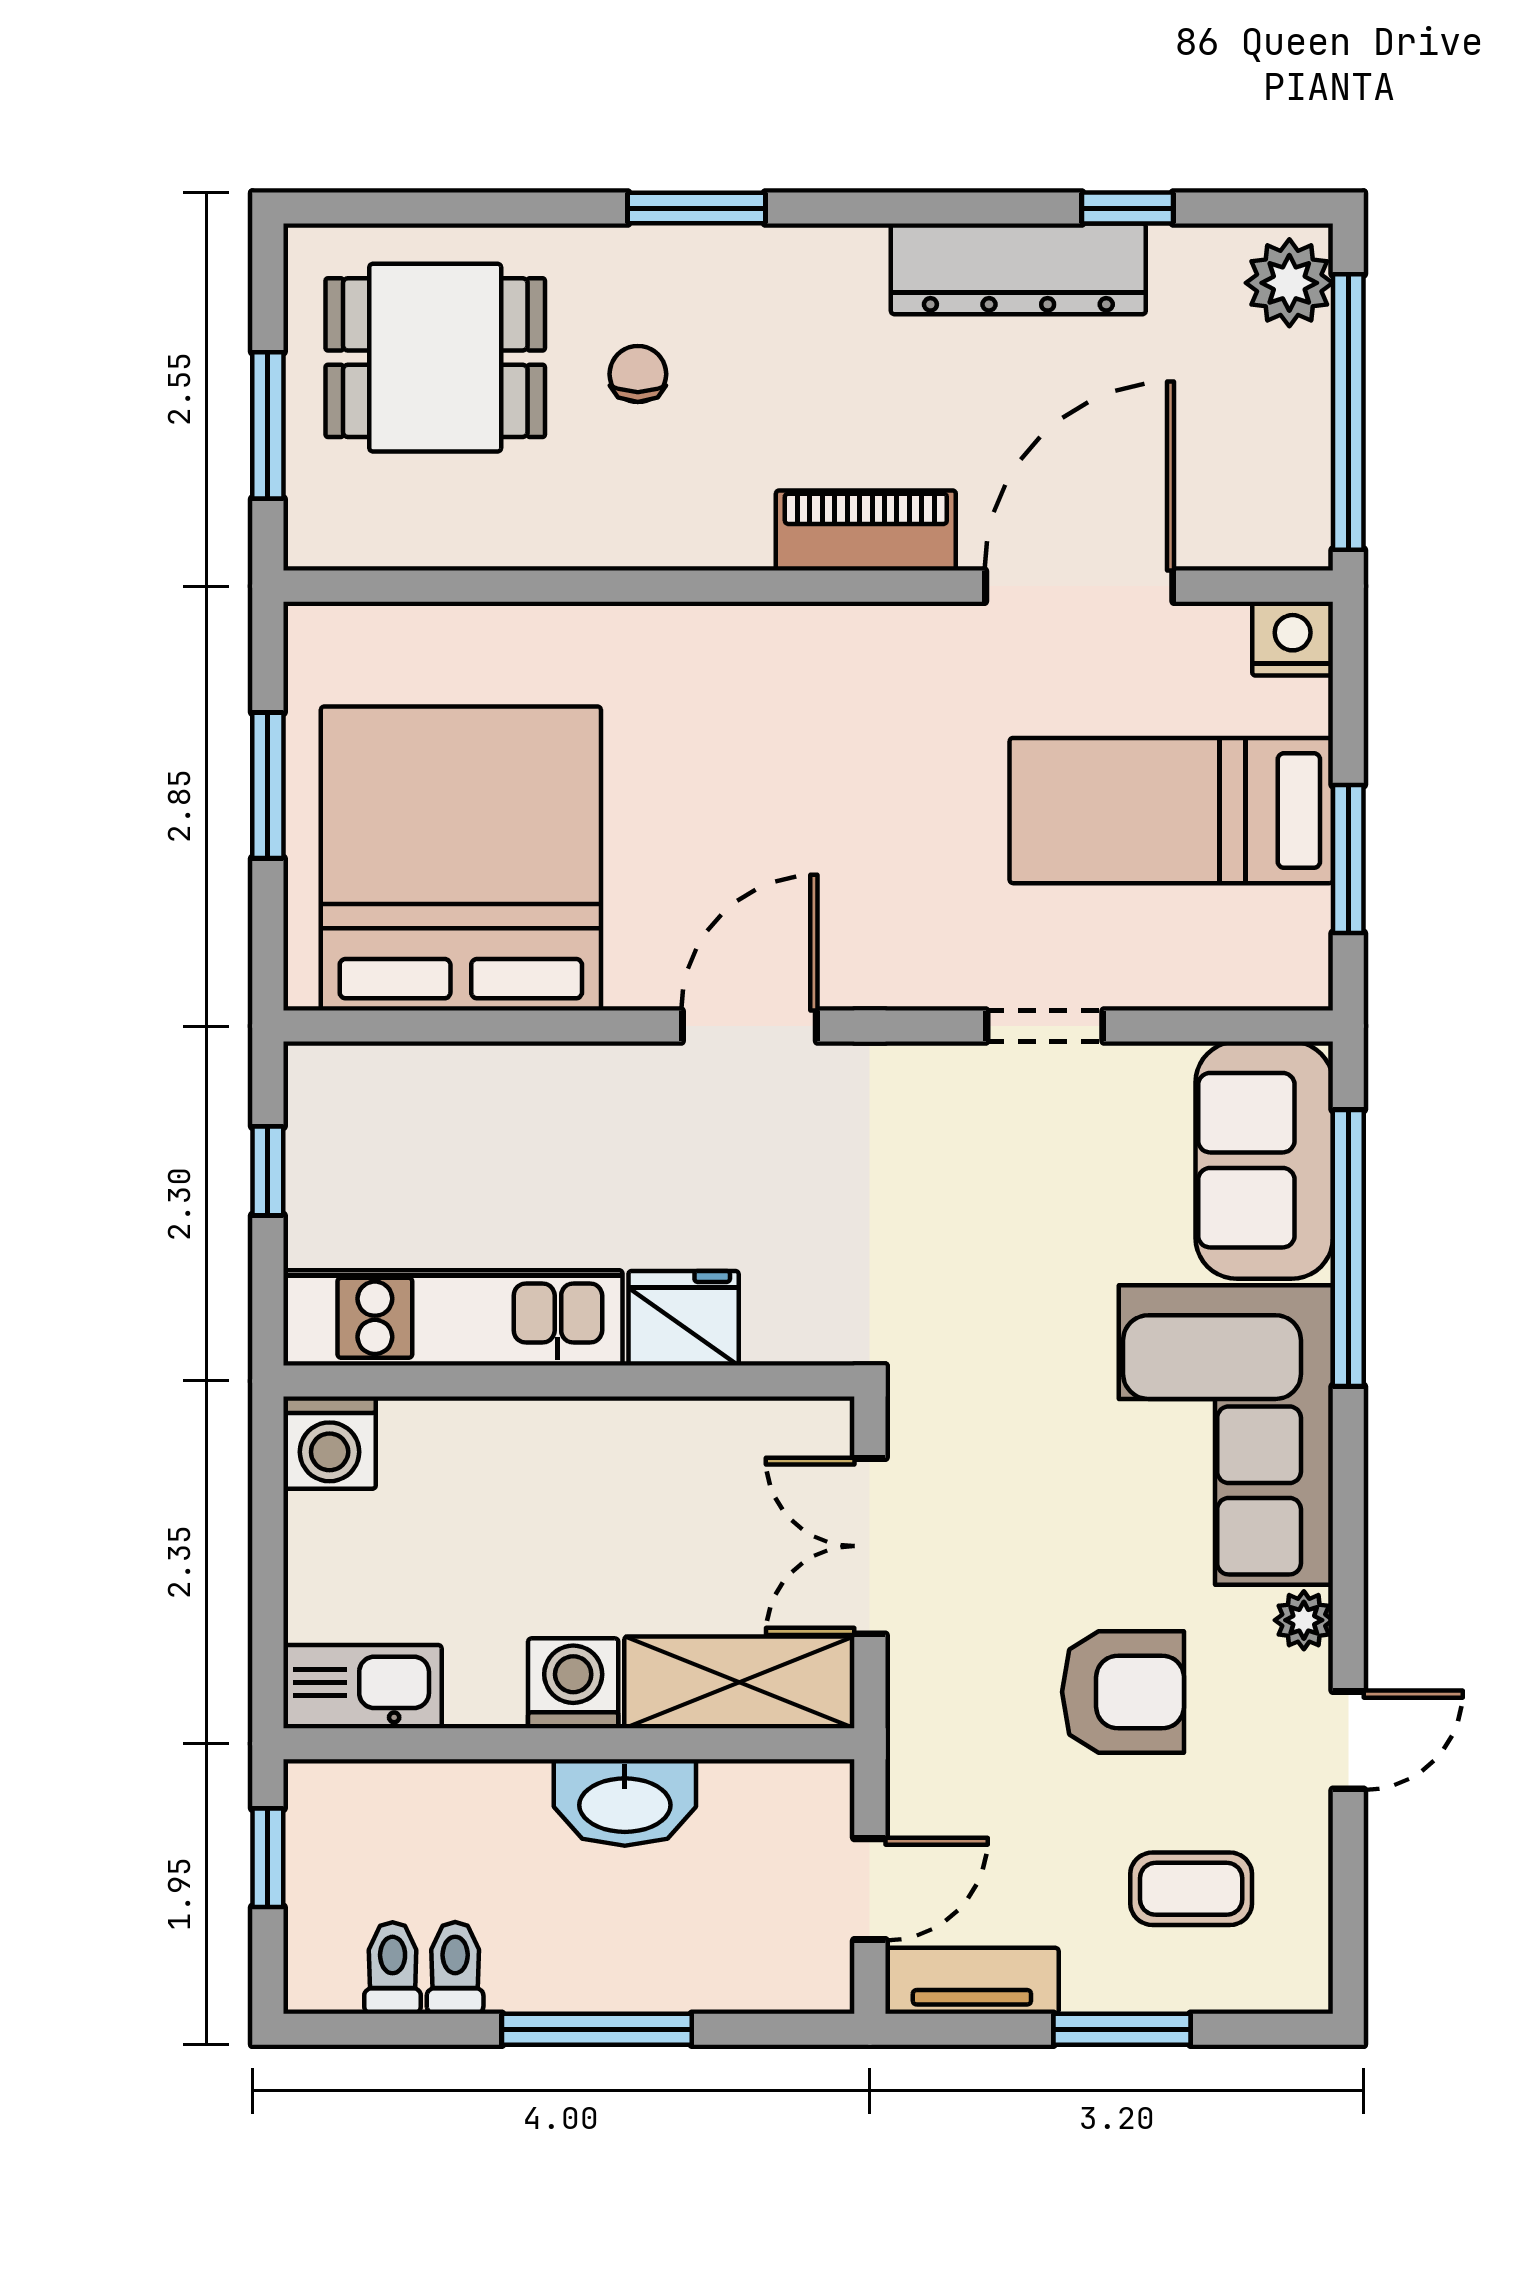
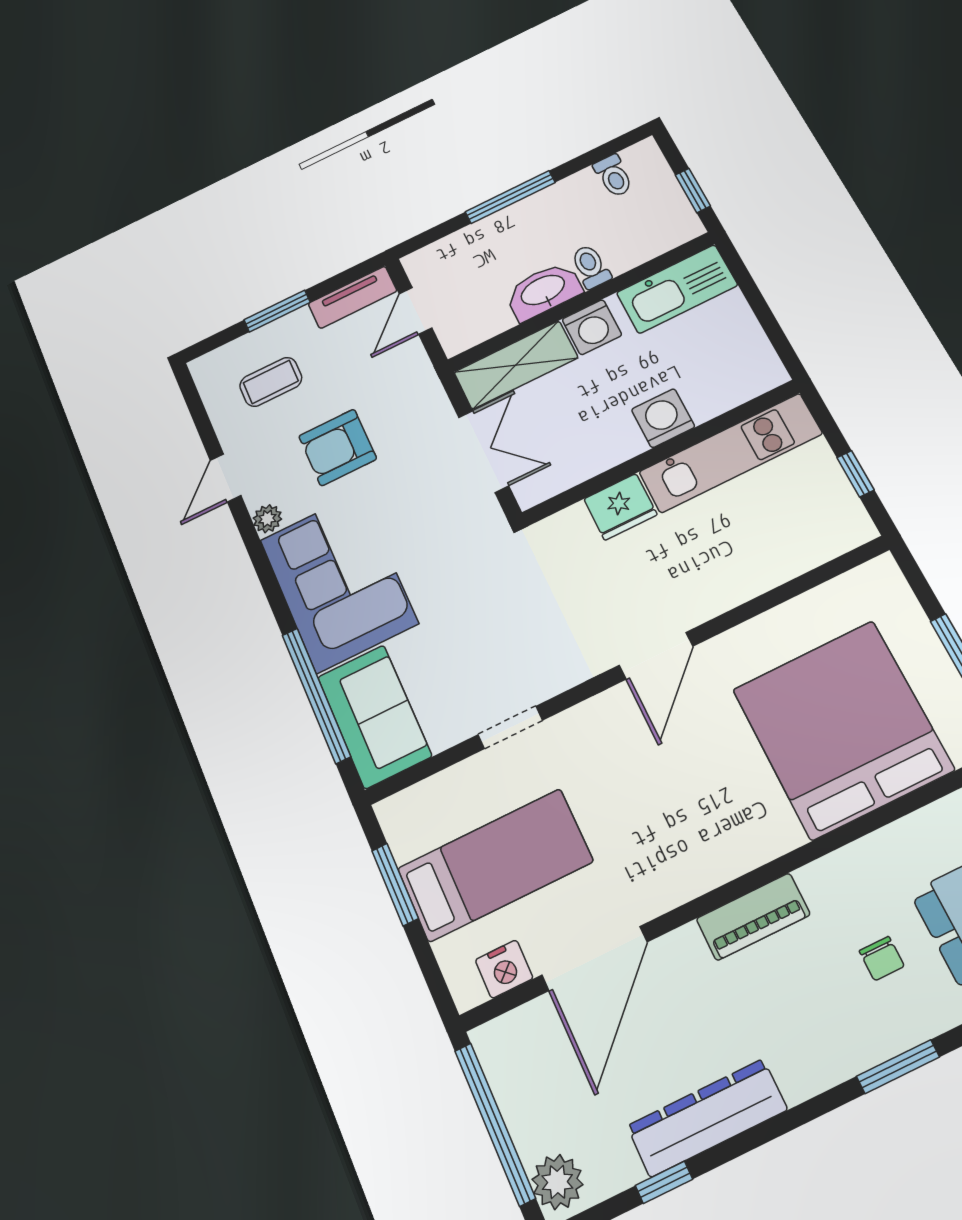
piano: (866, 531) -> (753, 917), moved
nightstand: (1293, 639) -> (504, 969), moved
bed: (461, 858) -> (842, 729), moved, turned 180
washing machine: (330, 1443) -> (663, 418), moved
kitchen sink: (362, 1687) -> (677, 289), width x1.36, depth x1.24
toilet: (455, 1968) -> (591, 267), moved, turned 180

